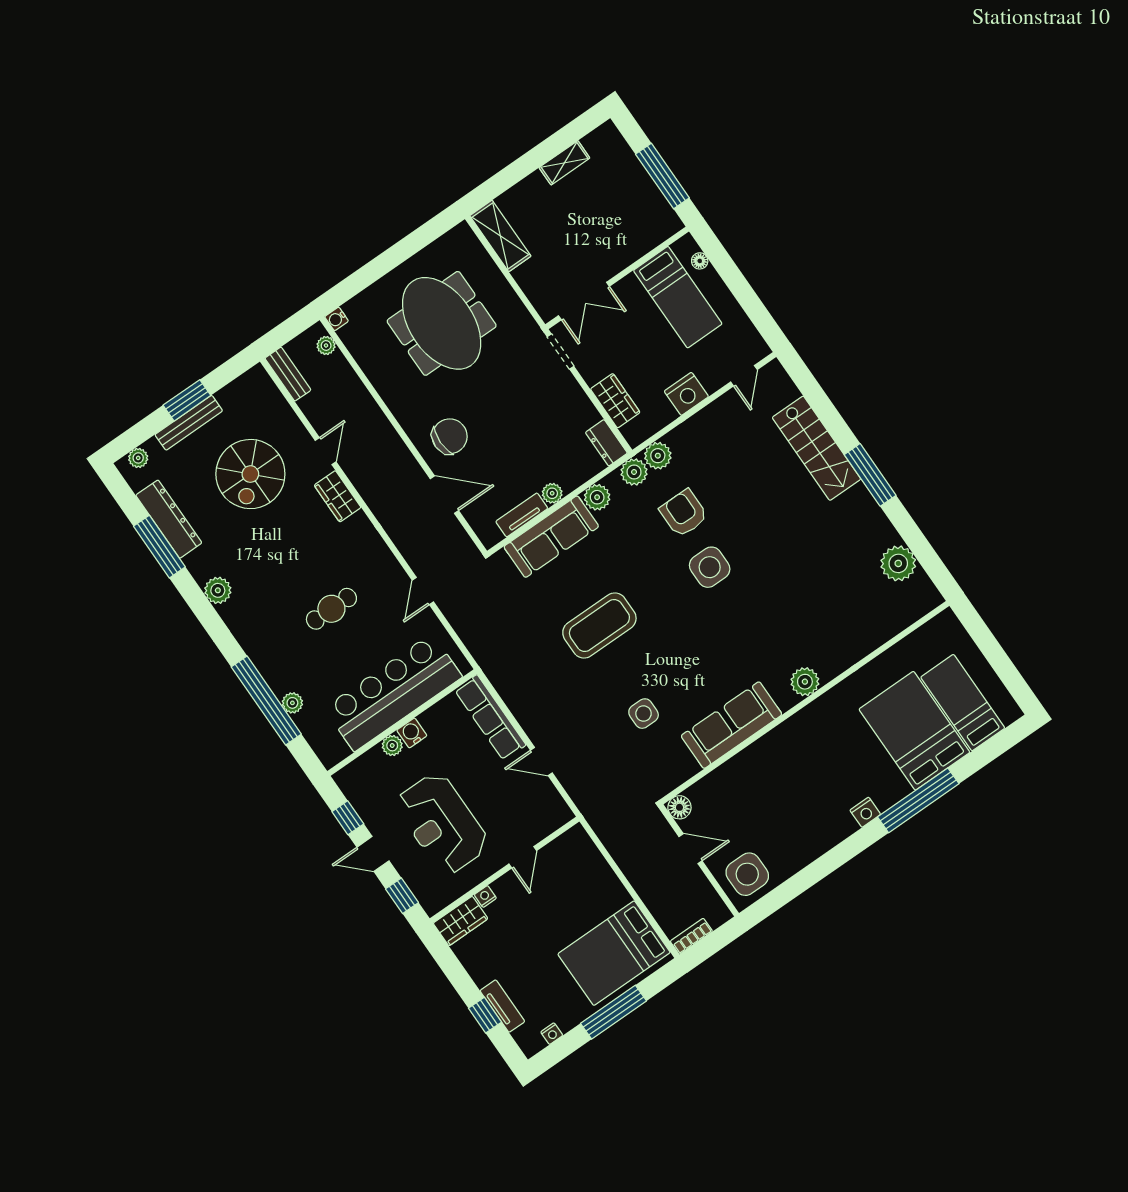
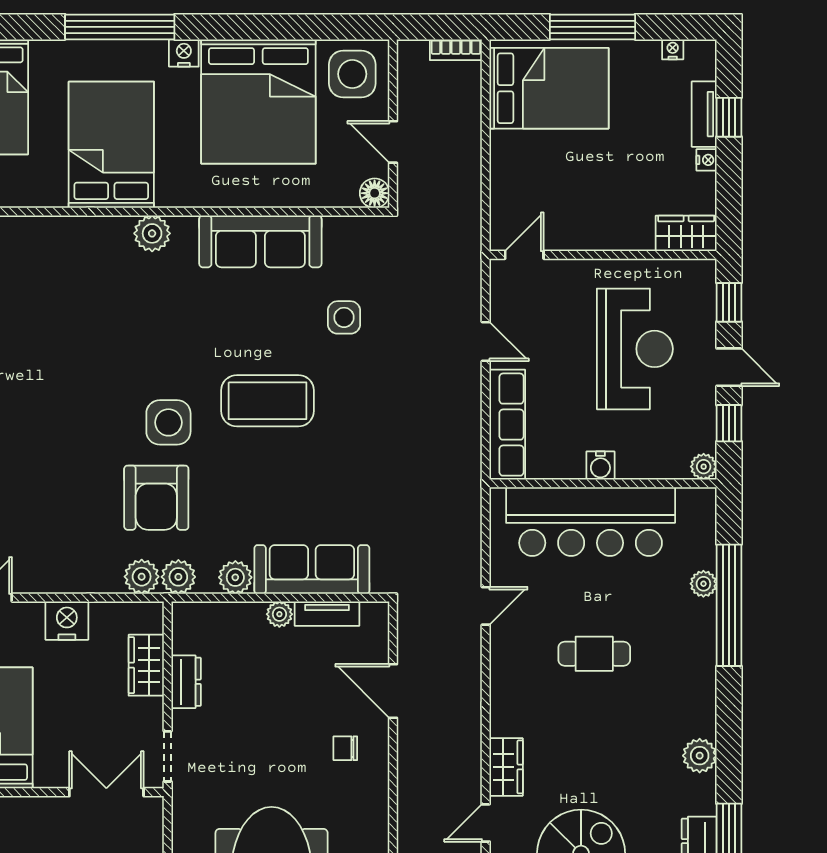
chair: (450, 436) -> (345, 748), width x0.54, depth x0.54
dresser: (606, 443) -> (186, 682), moved
armchair: (684, 513) -> (156, 498), width x1.36, depth x1.36
coffee table: (599, 625) -> (268, 401), moved
bed: (914, 731) -> (111, 145), moved, turned 180
plant: (392, 746) -> (704, 467), moved
bed: (795, 814) -> (258, 102), added
door: (523, 857) -> (524, 255), moved
nightstand: (485, 896) -> (707, 160), moved, turned -90

